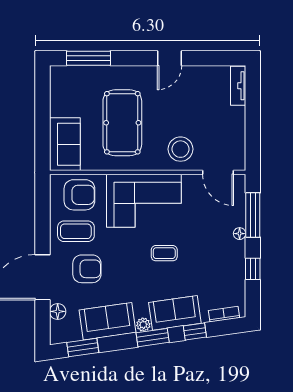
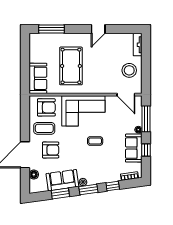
stool: (181, 149) -> (129, 70), moved
sofa: (175, 313) -> (134, 148), moved, turned -82
window: (83, 347) -> (60, 193), moved

